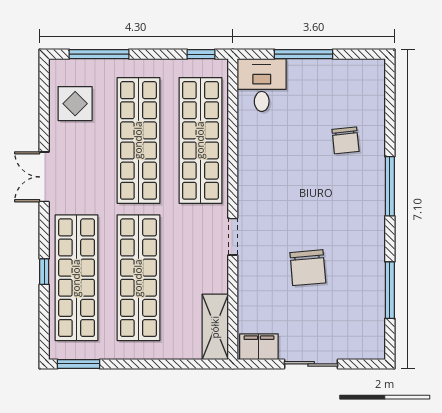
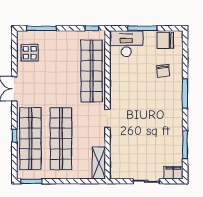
desk: (262, 85) -> (126, 44), width x1.37
shop shelf: (138, 140) -> (61, 71), removed
chair: (308, 268) -> (165, 40), moved, turned 95
filing cabinet: (259, 347) -> (173, 173), moved

